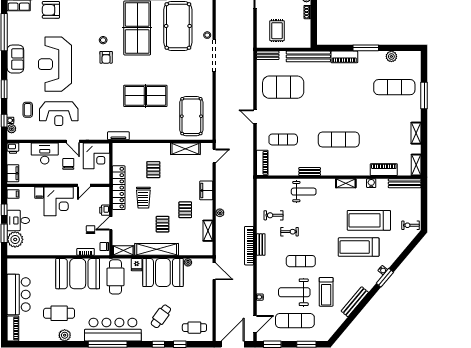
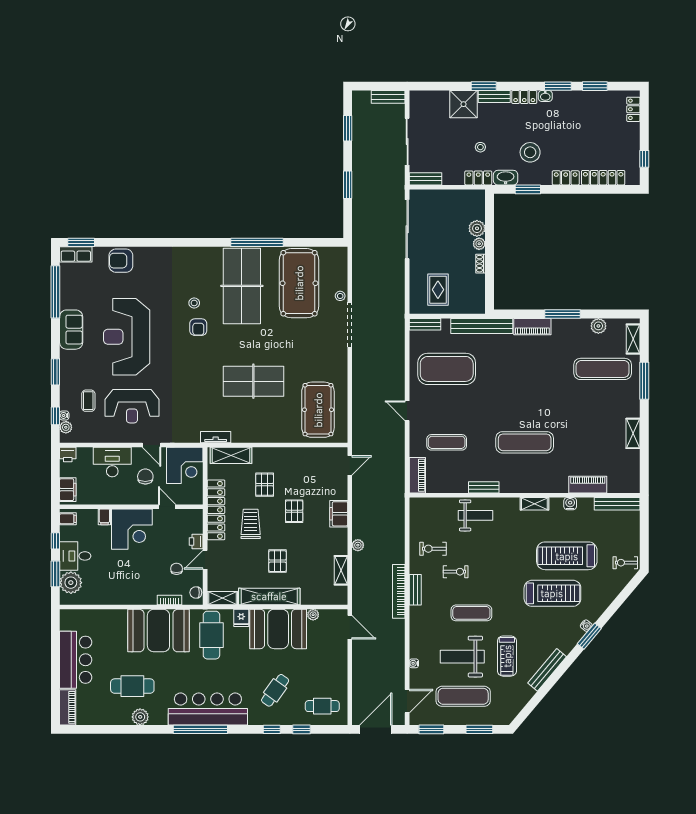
shelving: (185, 149) -> (231, 455), moved
shelving: (416, 165) -> (633, 339), moved
door: (84, 185) -> (167, 507), swing flipped
trolley: (143, 198) -> (251, 524), turned 180
pallet: (185, 210) -> (294, 511), moved
treadmill: (359, 247) -> (552, 593), turned 180

